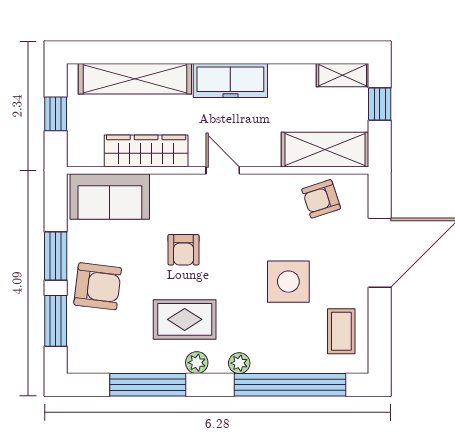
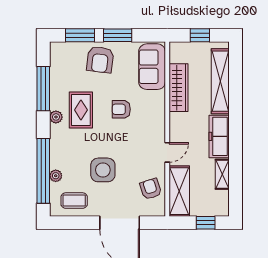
shelving: (343, 75) -> (222, 174), moved
door: (223, 170) -> (167, 152), moved
plant: (239, 363) -> (56, 176), moved

